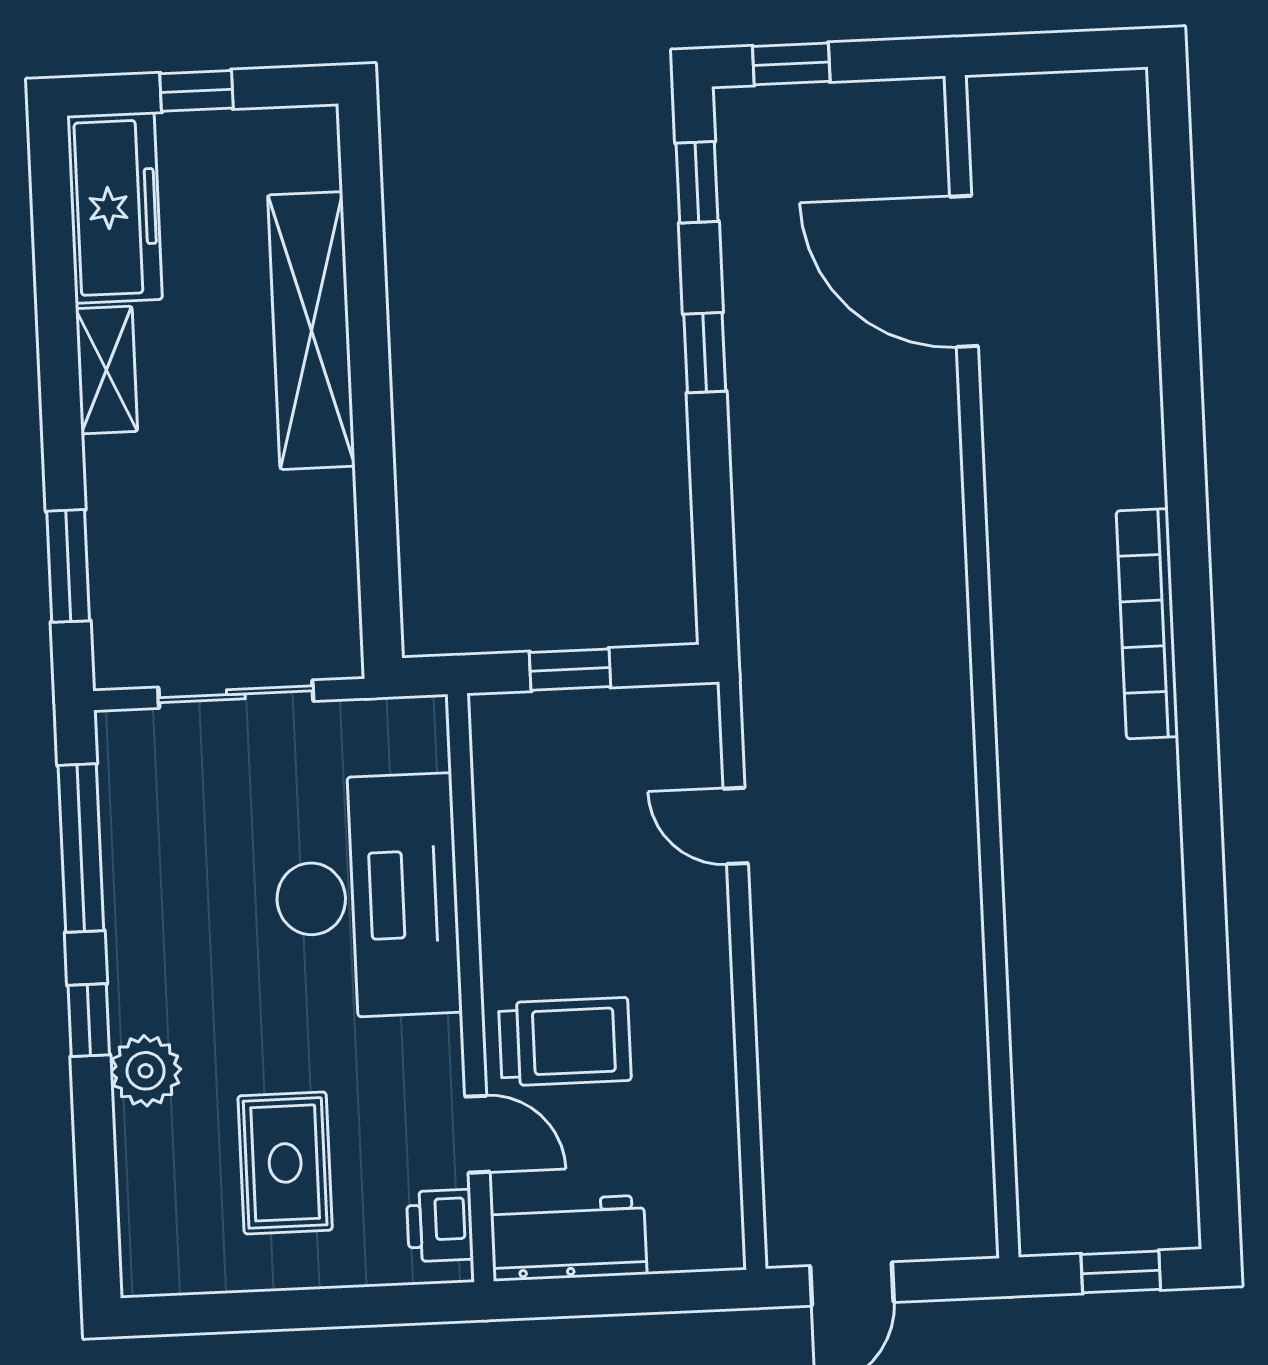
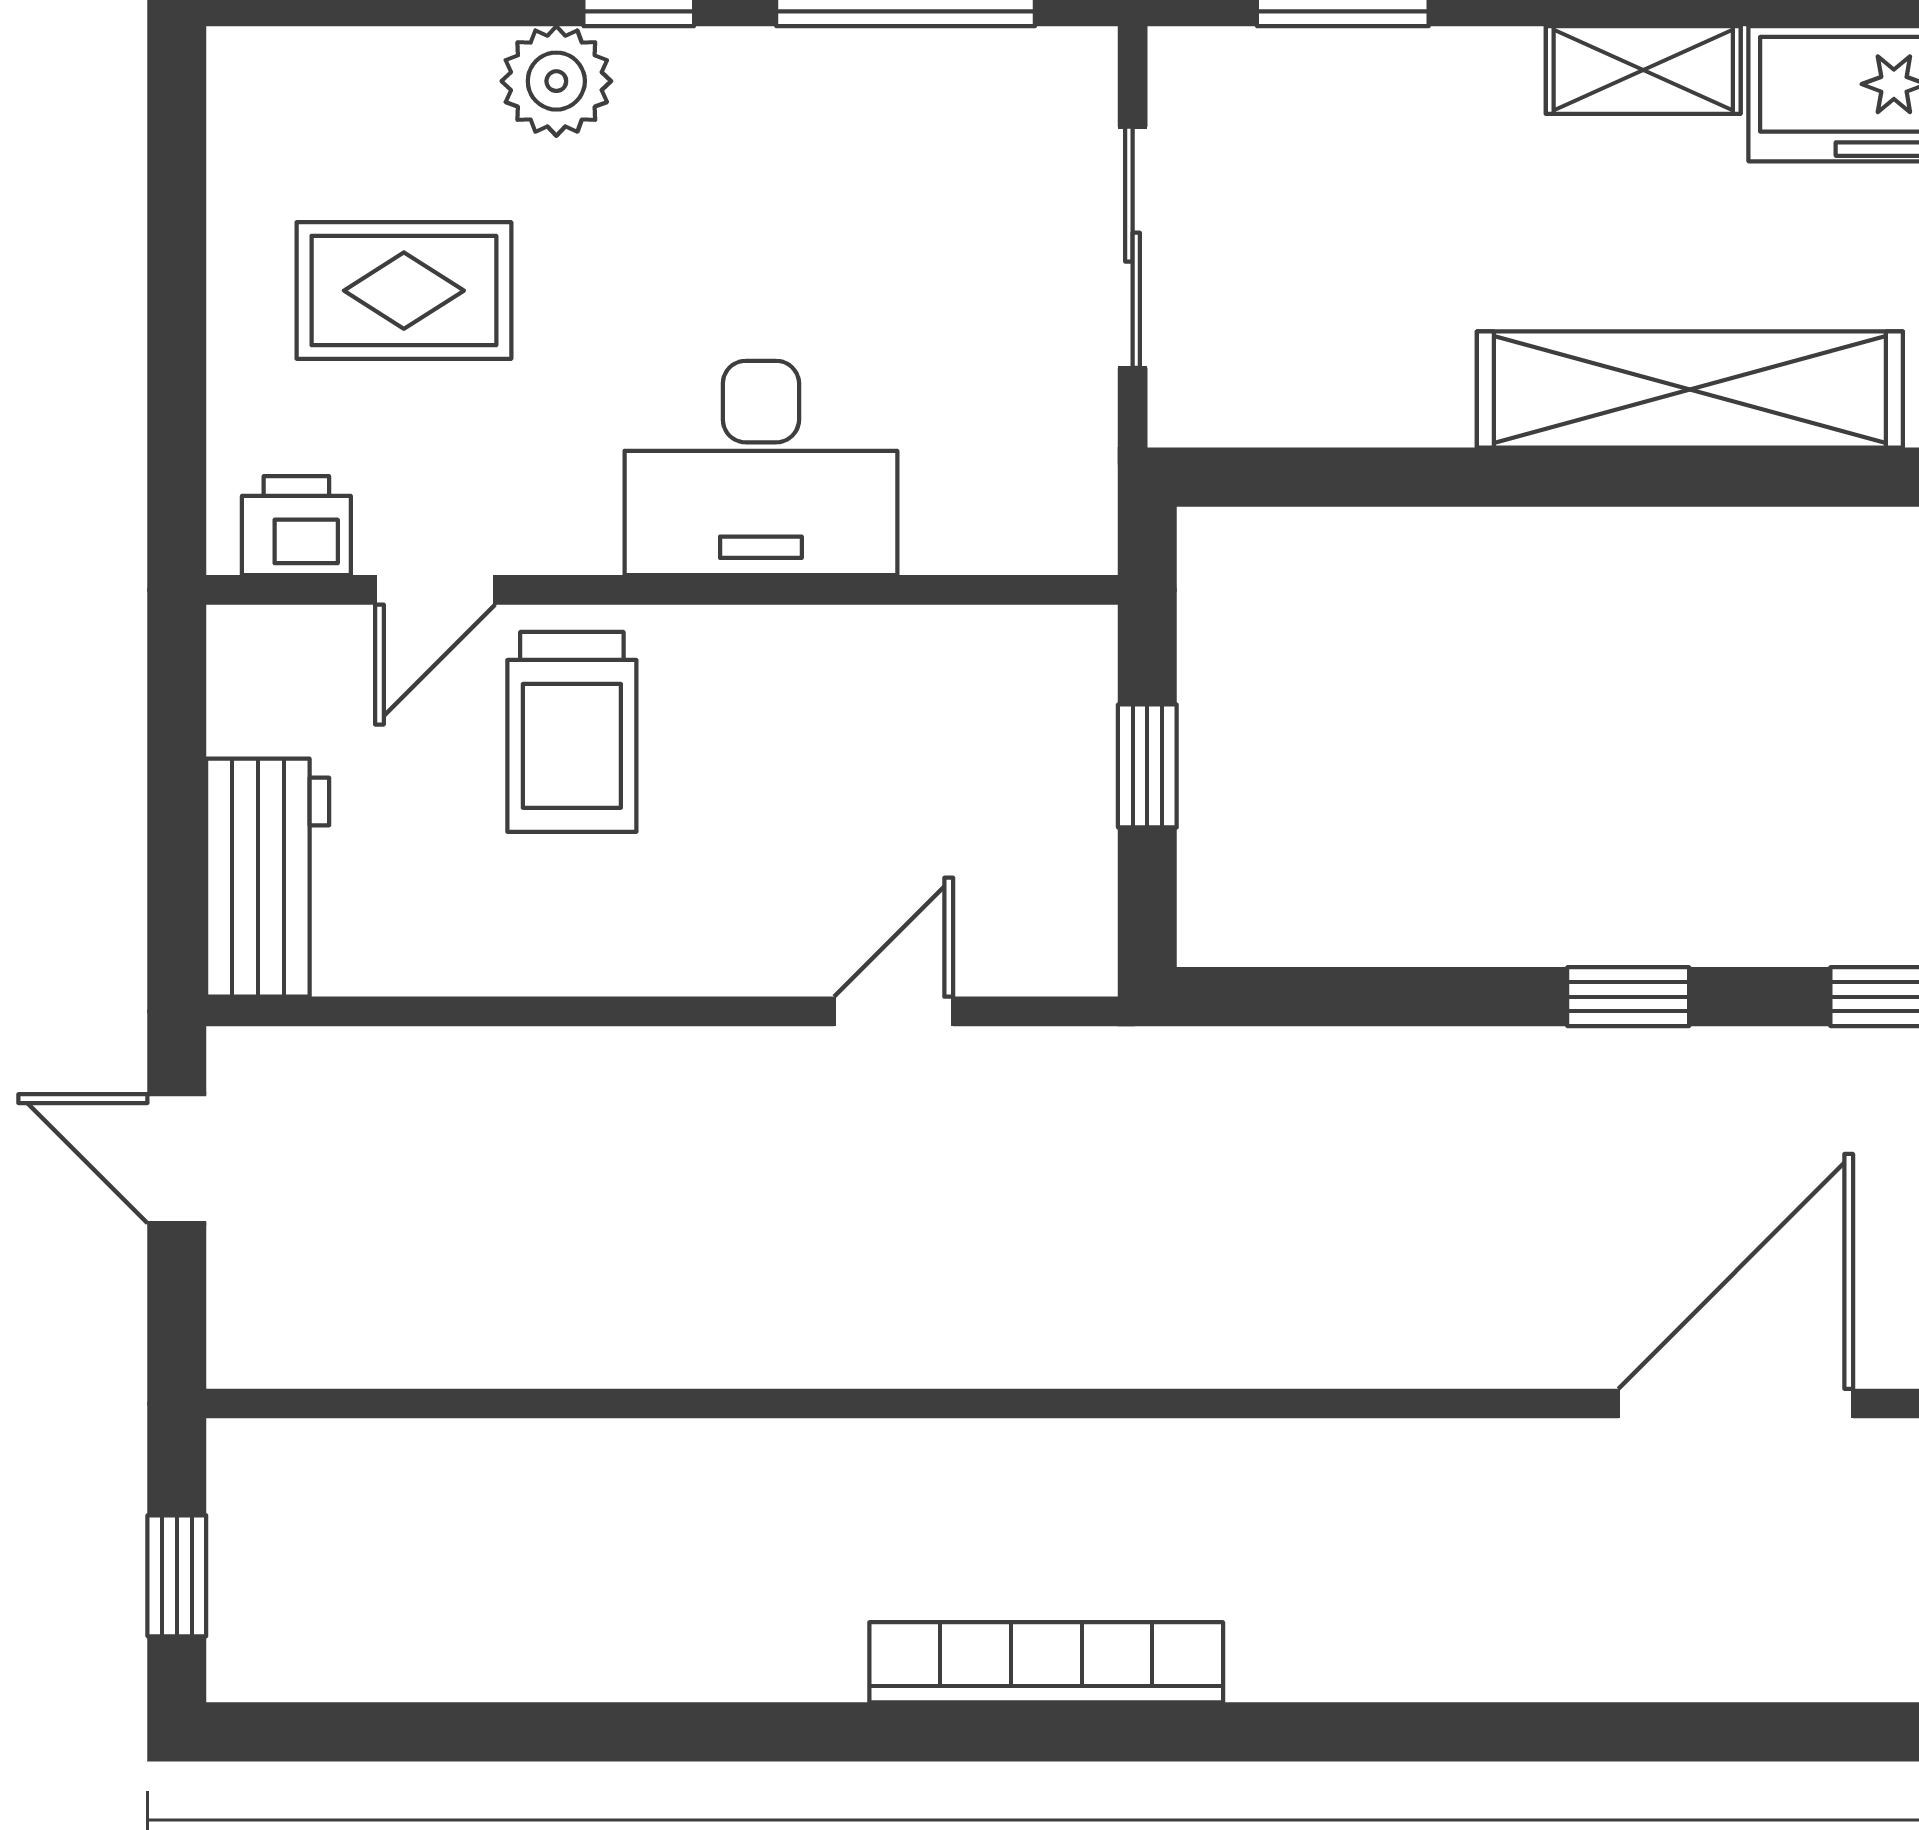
bookcase: (1147, 624) -> (1046, 1662), moved
desk: (367, 896) -> (761, 468), width x0.73, depth x0.77
workbench: (568, 1238) -> (268, 878), moved

